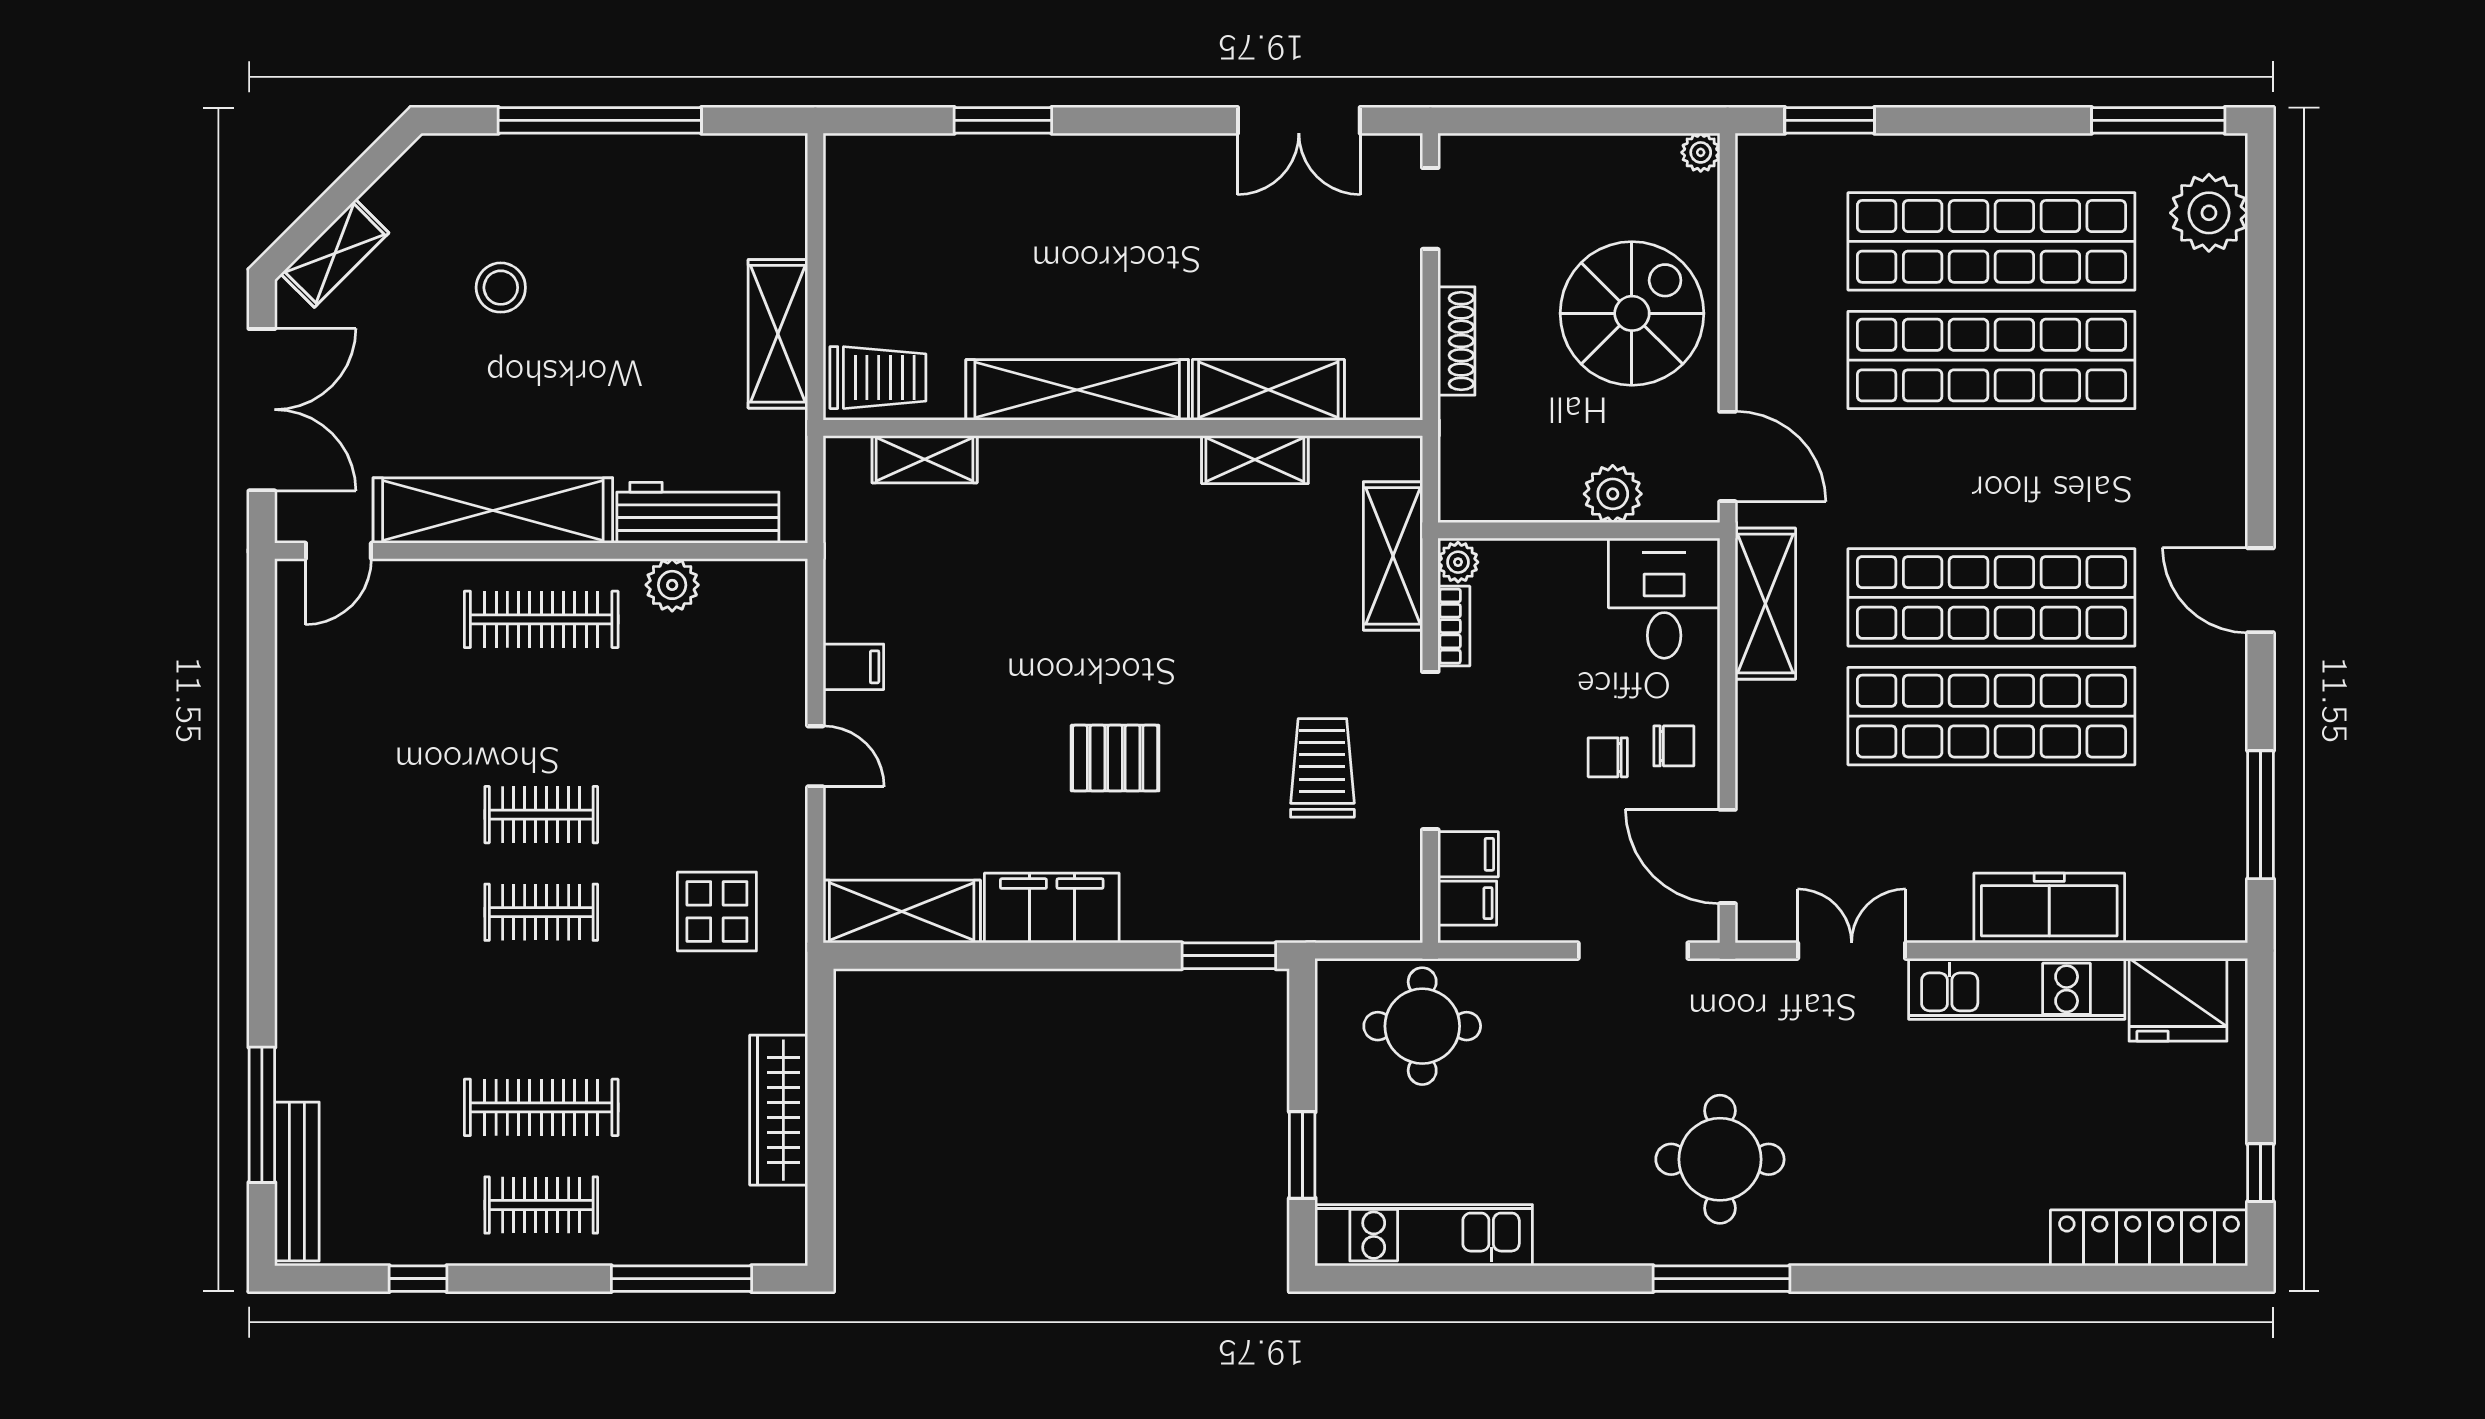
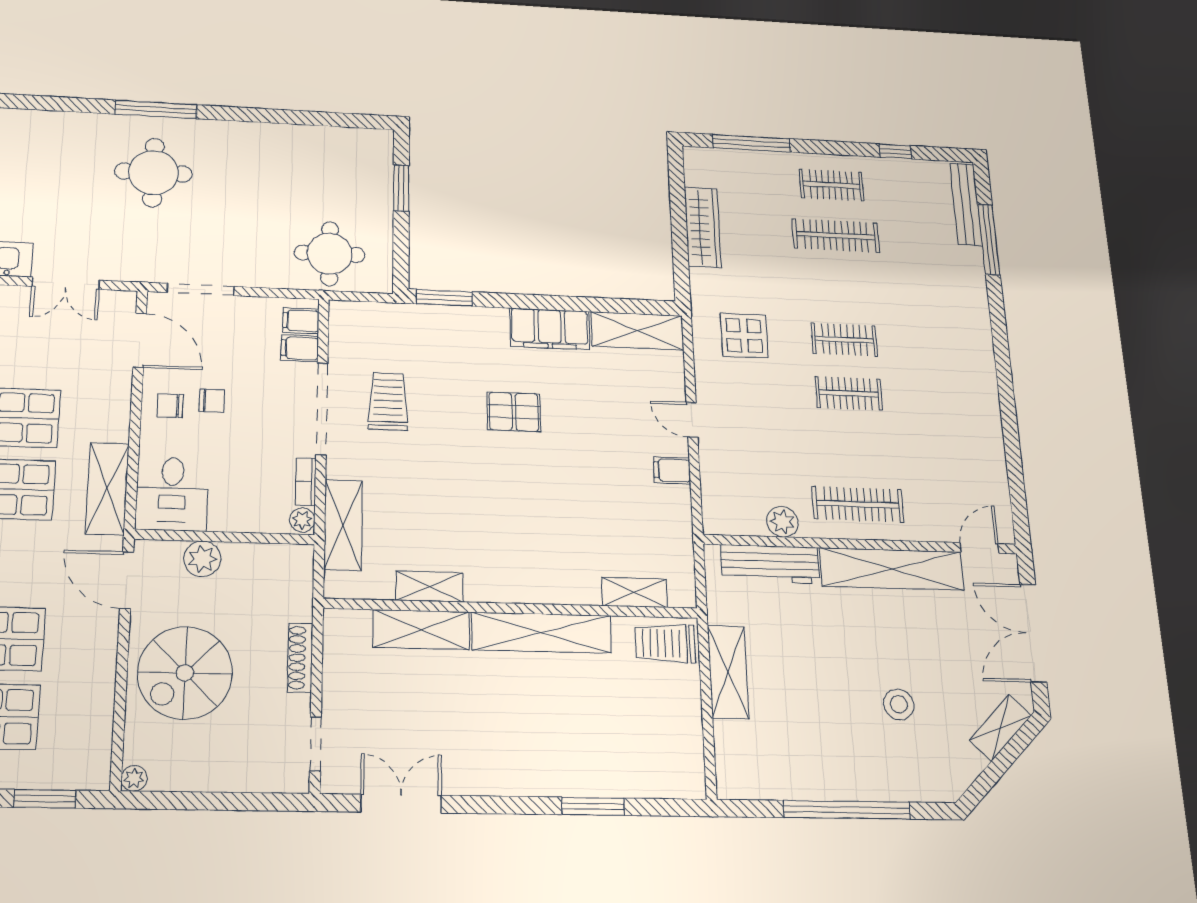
trolley: (1322, 768) -> (388, 401), turned 180
kitchen unit: (1424, 1235) -> (331, 142), removed

